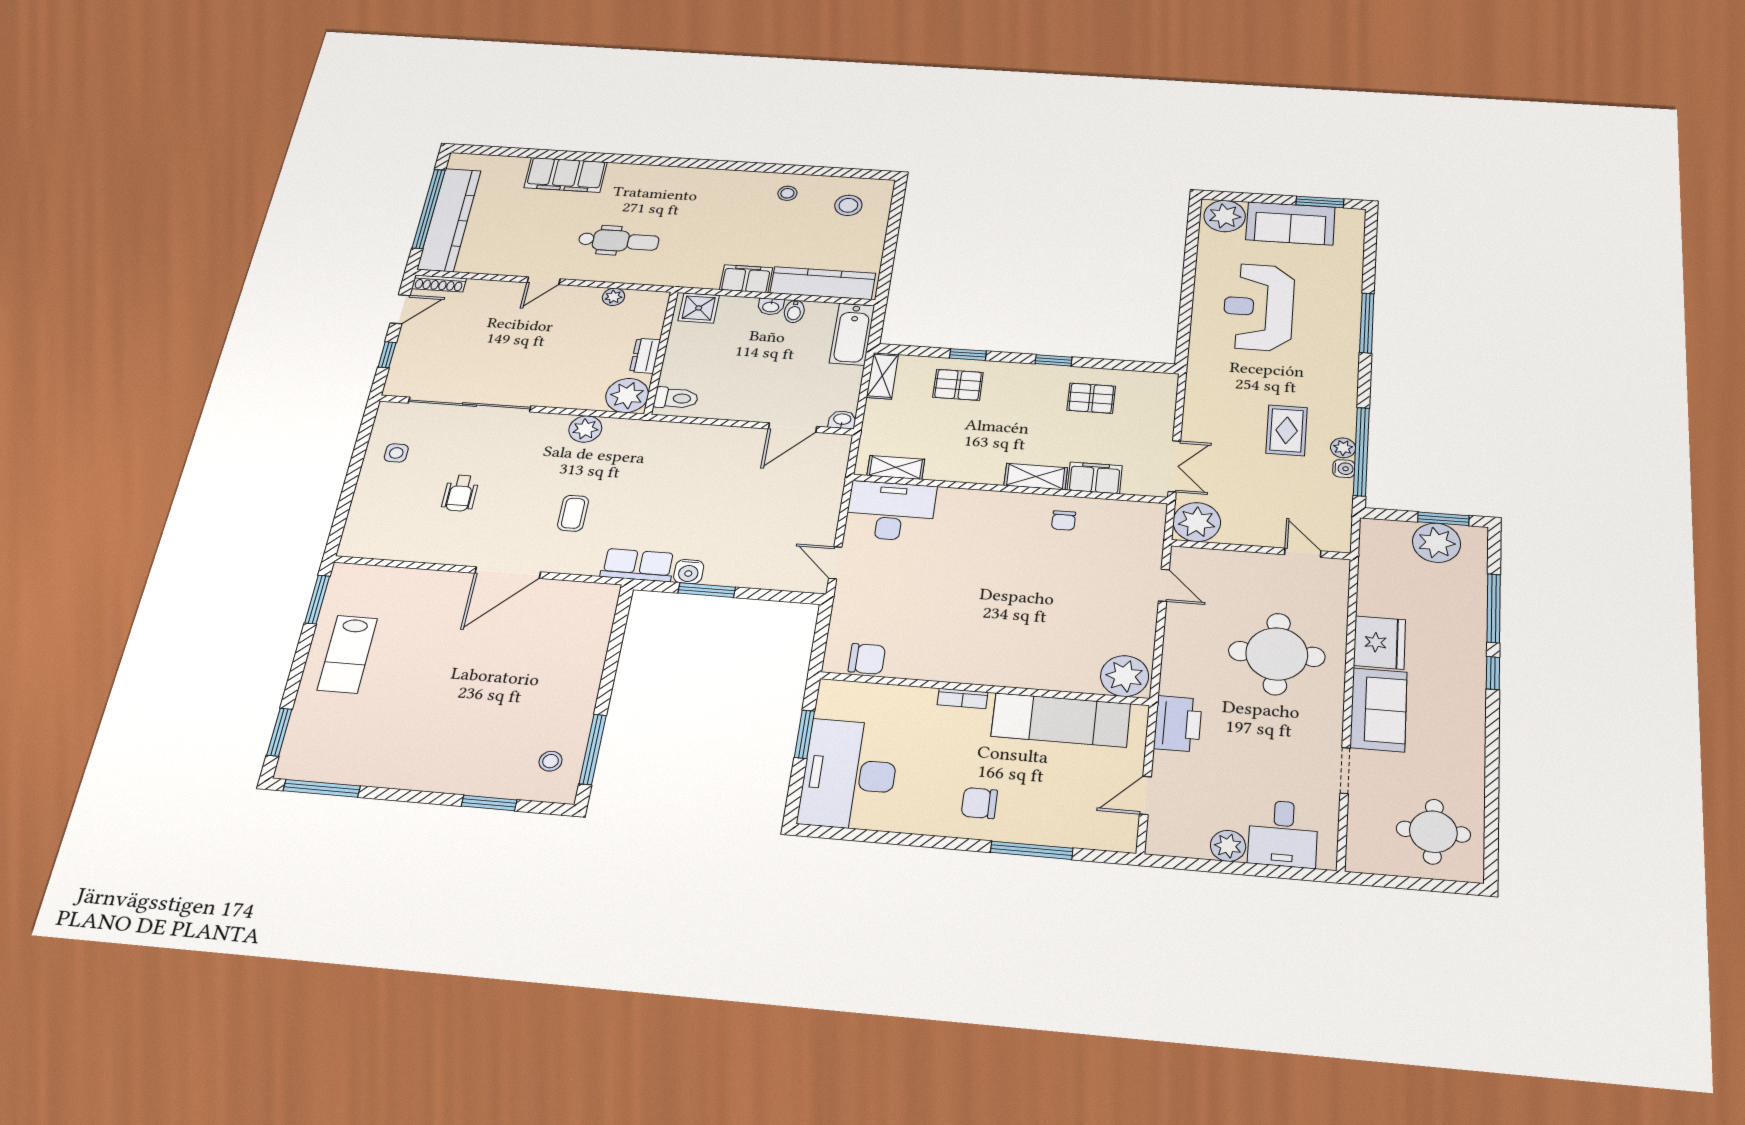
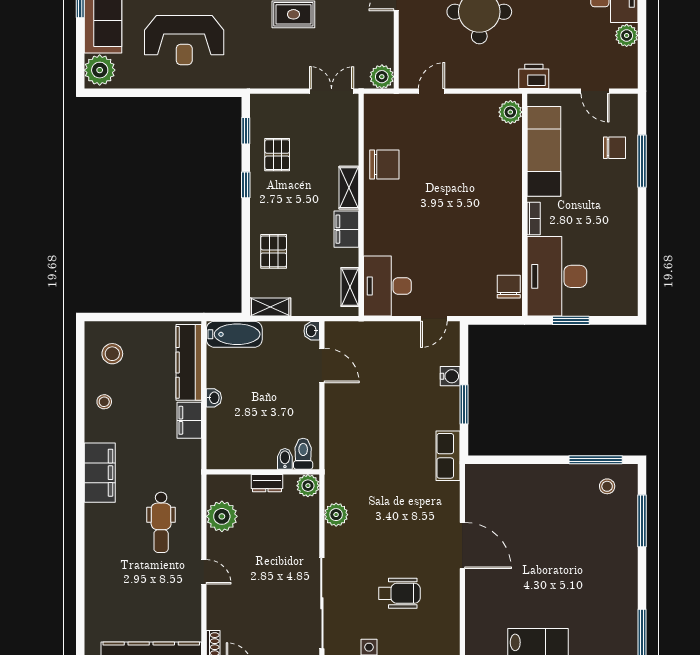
filing cabinet: (566, 175) -> (100, 473), moved
dental chair: (619, 241) -> (161, 522), turned 180
plant: (614, 297) -> (222, 516), width x1.87, depth x1.87
shower: (699, 308) -> (220, 451), removed
bidet: (794, 311) -> (285, 459), moved, turned -90
window: (968, 355) -> (246, 131), moved
plant: (627, 395) -> (308, 486), width x0.73, depth x0.73
filing cabinet: (1095, 478) -> (346, 229), moved
wheelchair: (460, 493) -> (399, 593), width x1.36, depth x1.37
coffee table: (573, 513) -> (409, 509), removed
chair: (1064, 520) -> (384, 165), width x1.87, depth x1.87
plant: (1197, 522) -> (382, 77), width x0.73, depth x0.73
water cooler: (689, 572) -> (450, 376), moved
plant: (1125, 676) -> (510, 112), width x0.73, depth x0.73
printer: (1178, 724) -> (534, 76), width x0.73, depth x0.84
desk: (849, 774) -> (557, 276), moved, turned 90
window: (489, 803) -> (642, 521), width x1.44
chair: (979, 803) -> (615, 148), moved, turned -90

